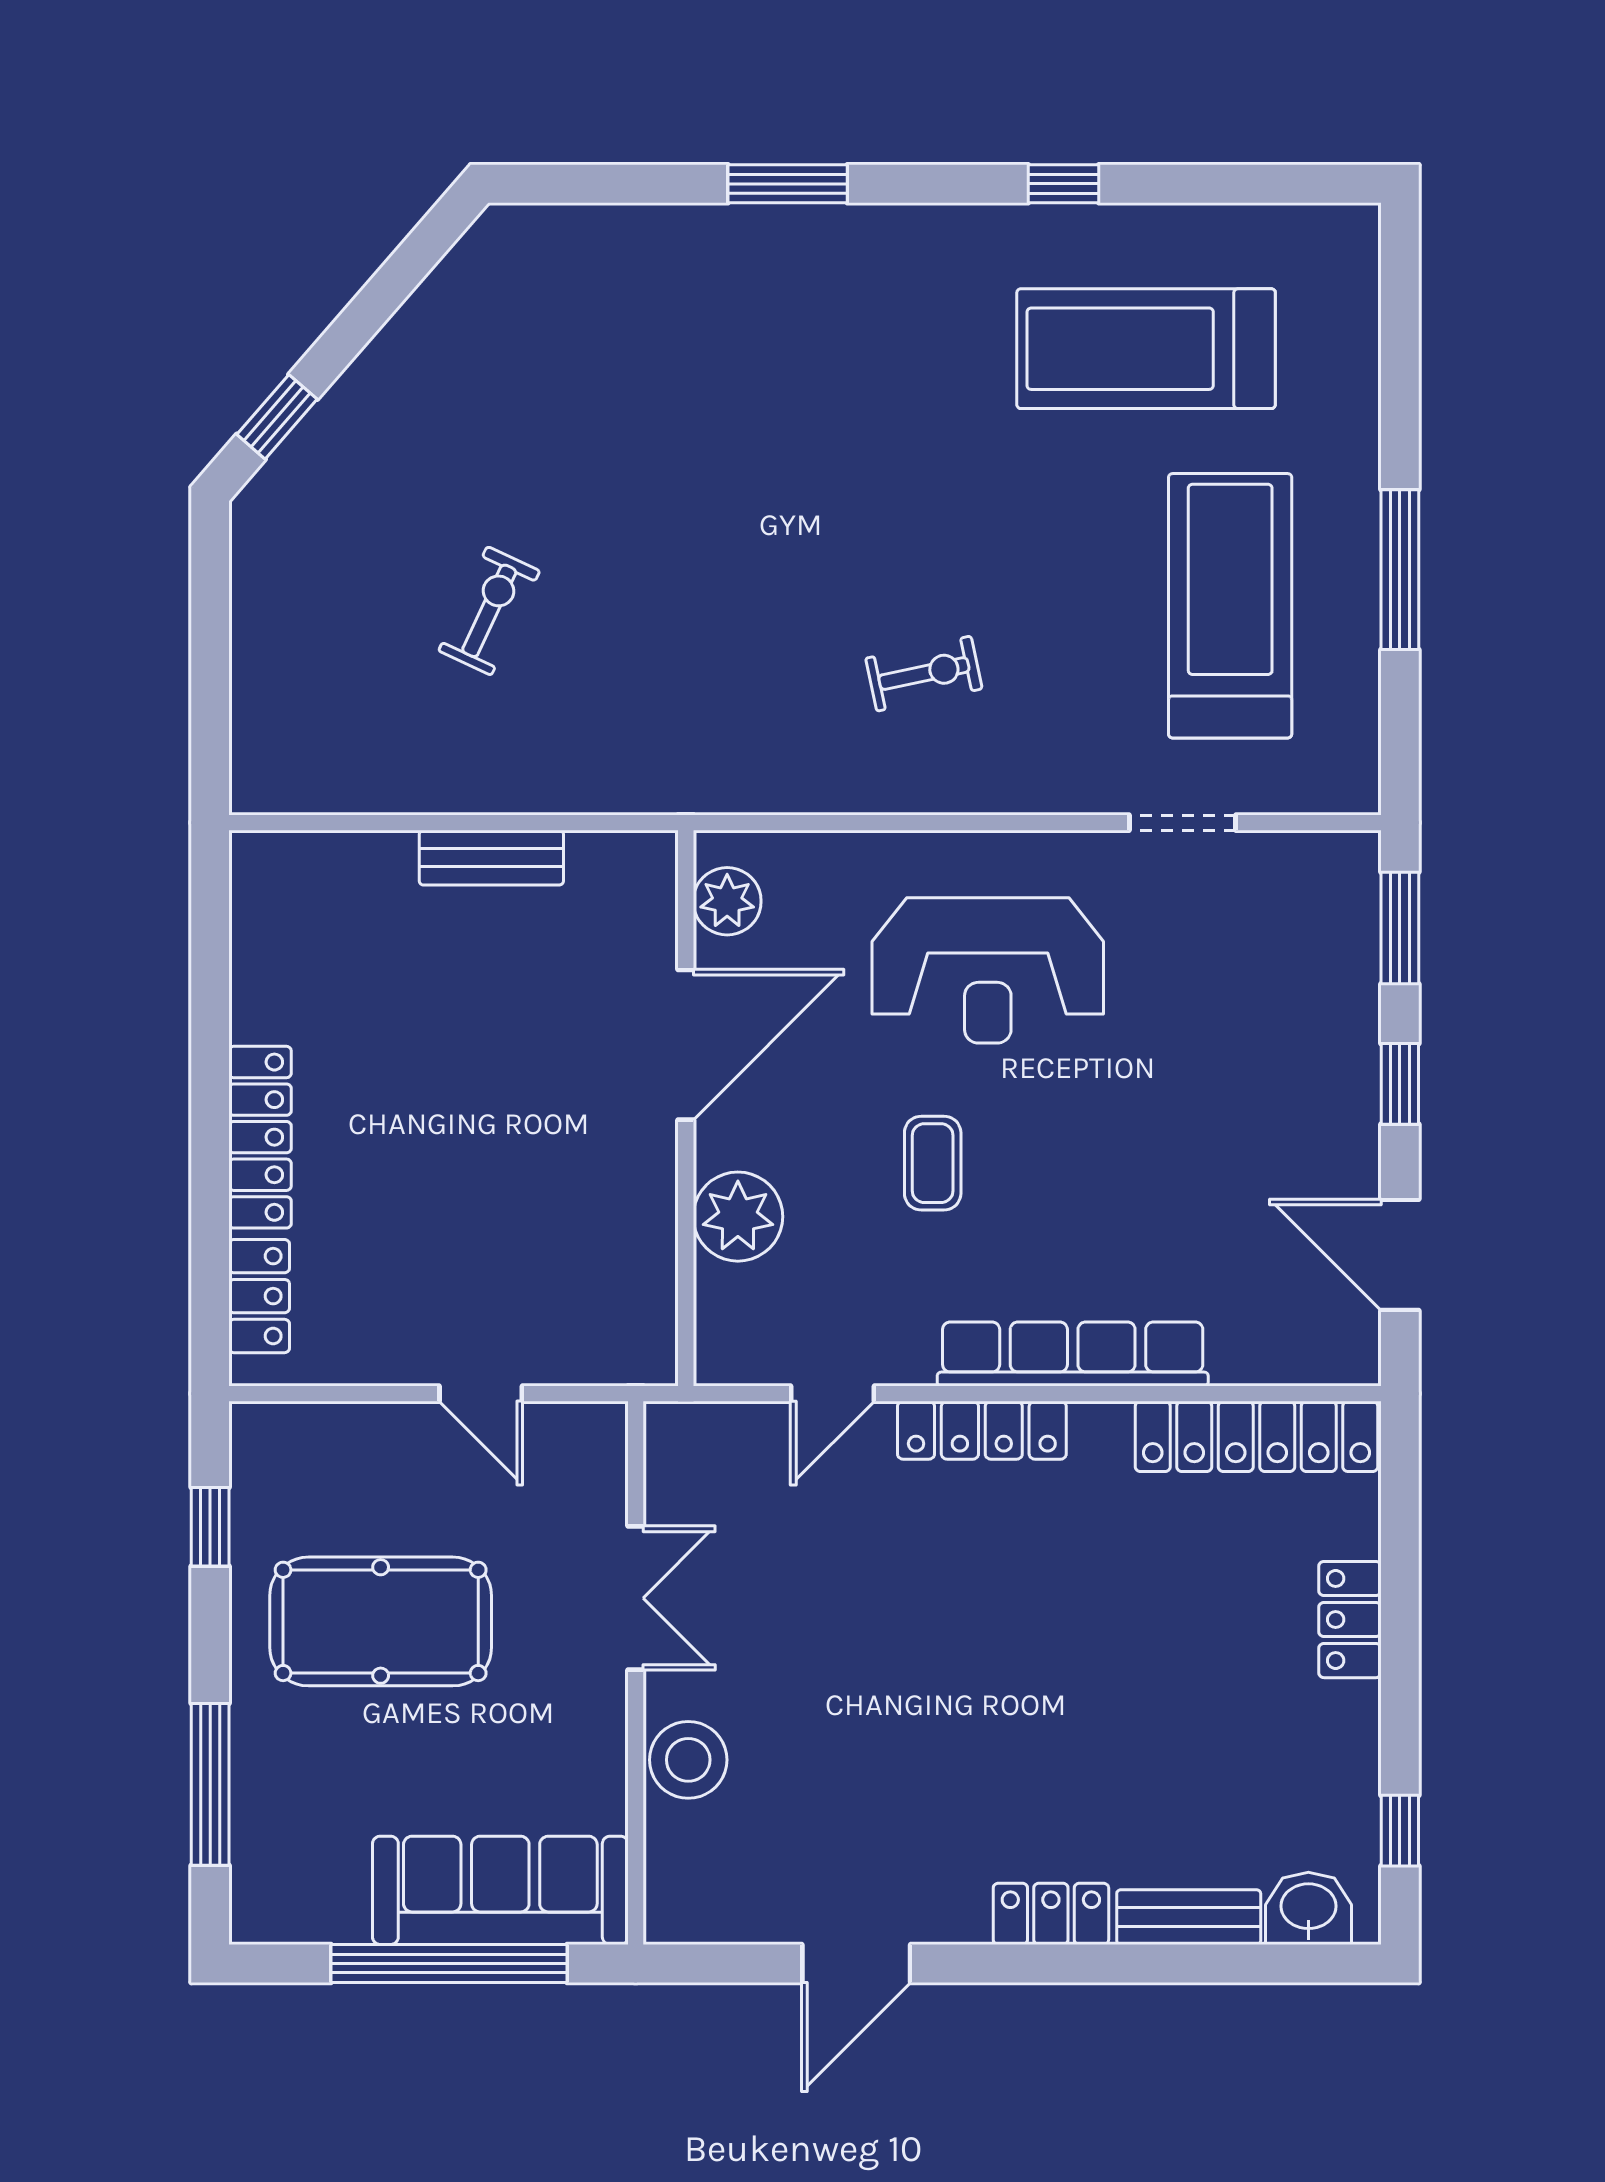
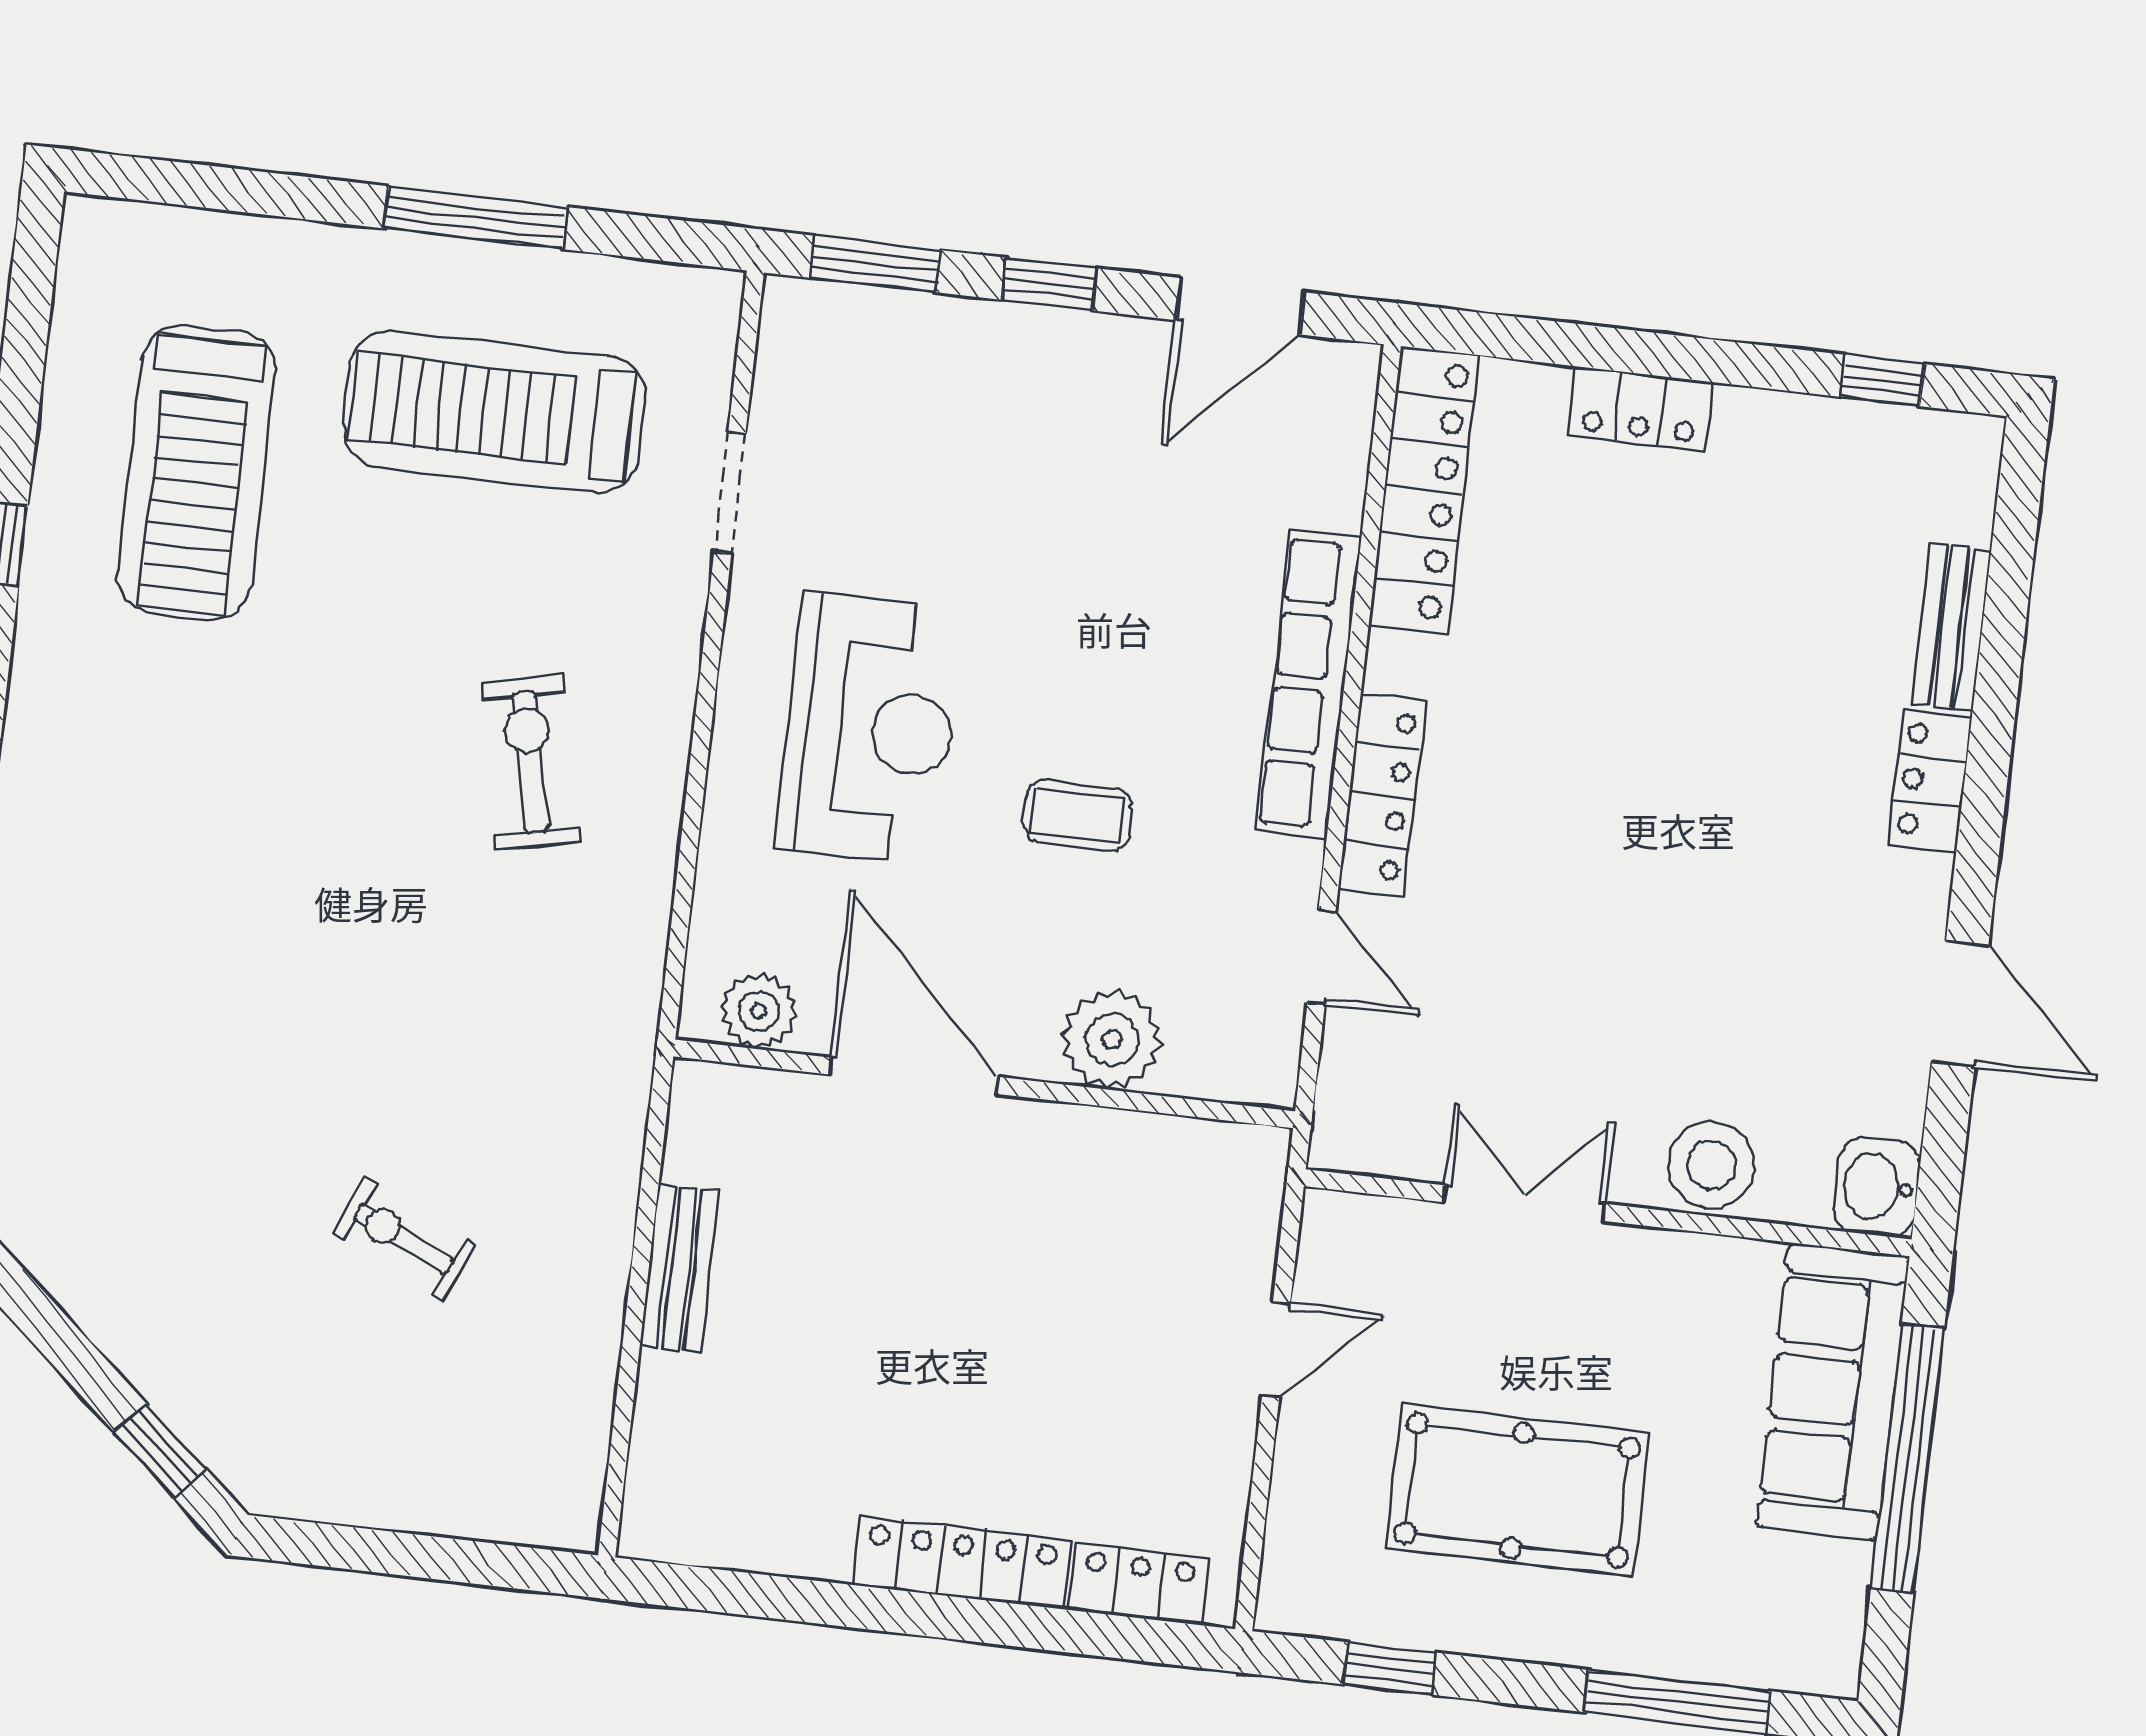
exercise bike: (924, 674) -> (530, 762), width x1.38, depth x1.39
pool table: (381, 1621) -> (1517, 1490), turned 90
washbasin: (1308, 1908) -> (1877, 1187), moved

